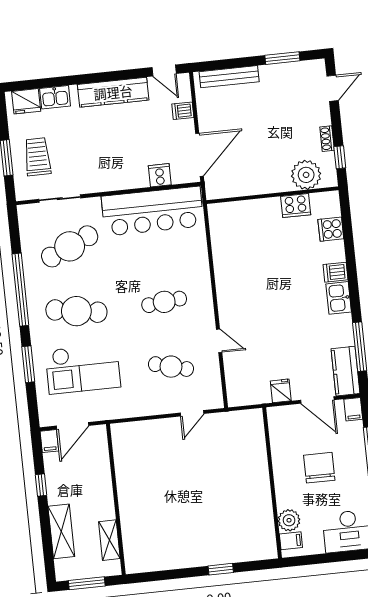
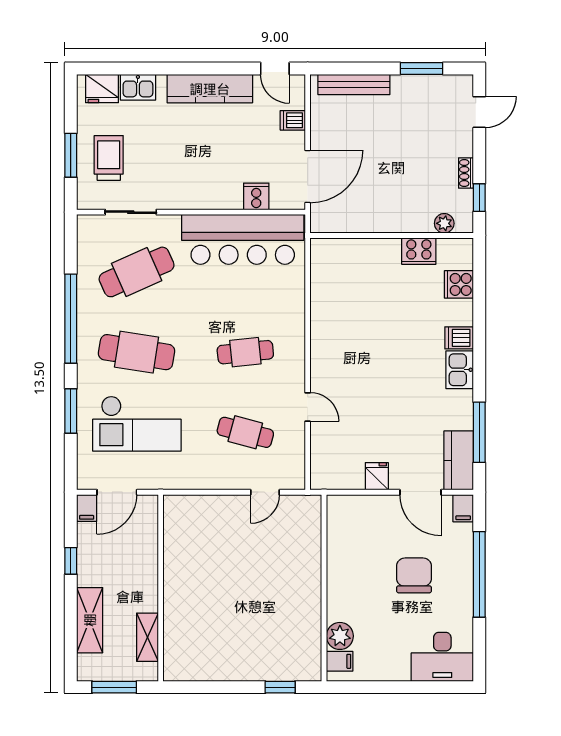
plant: (306, 175) -> (444, 223), width x0.53, depth x0.53
wall: (272, 483) -> (324, 588), moved
plant: (289, 520) -> (340, 636), moved
filing cabinet: (291, 541) -> (340, 661), moved

